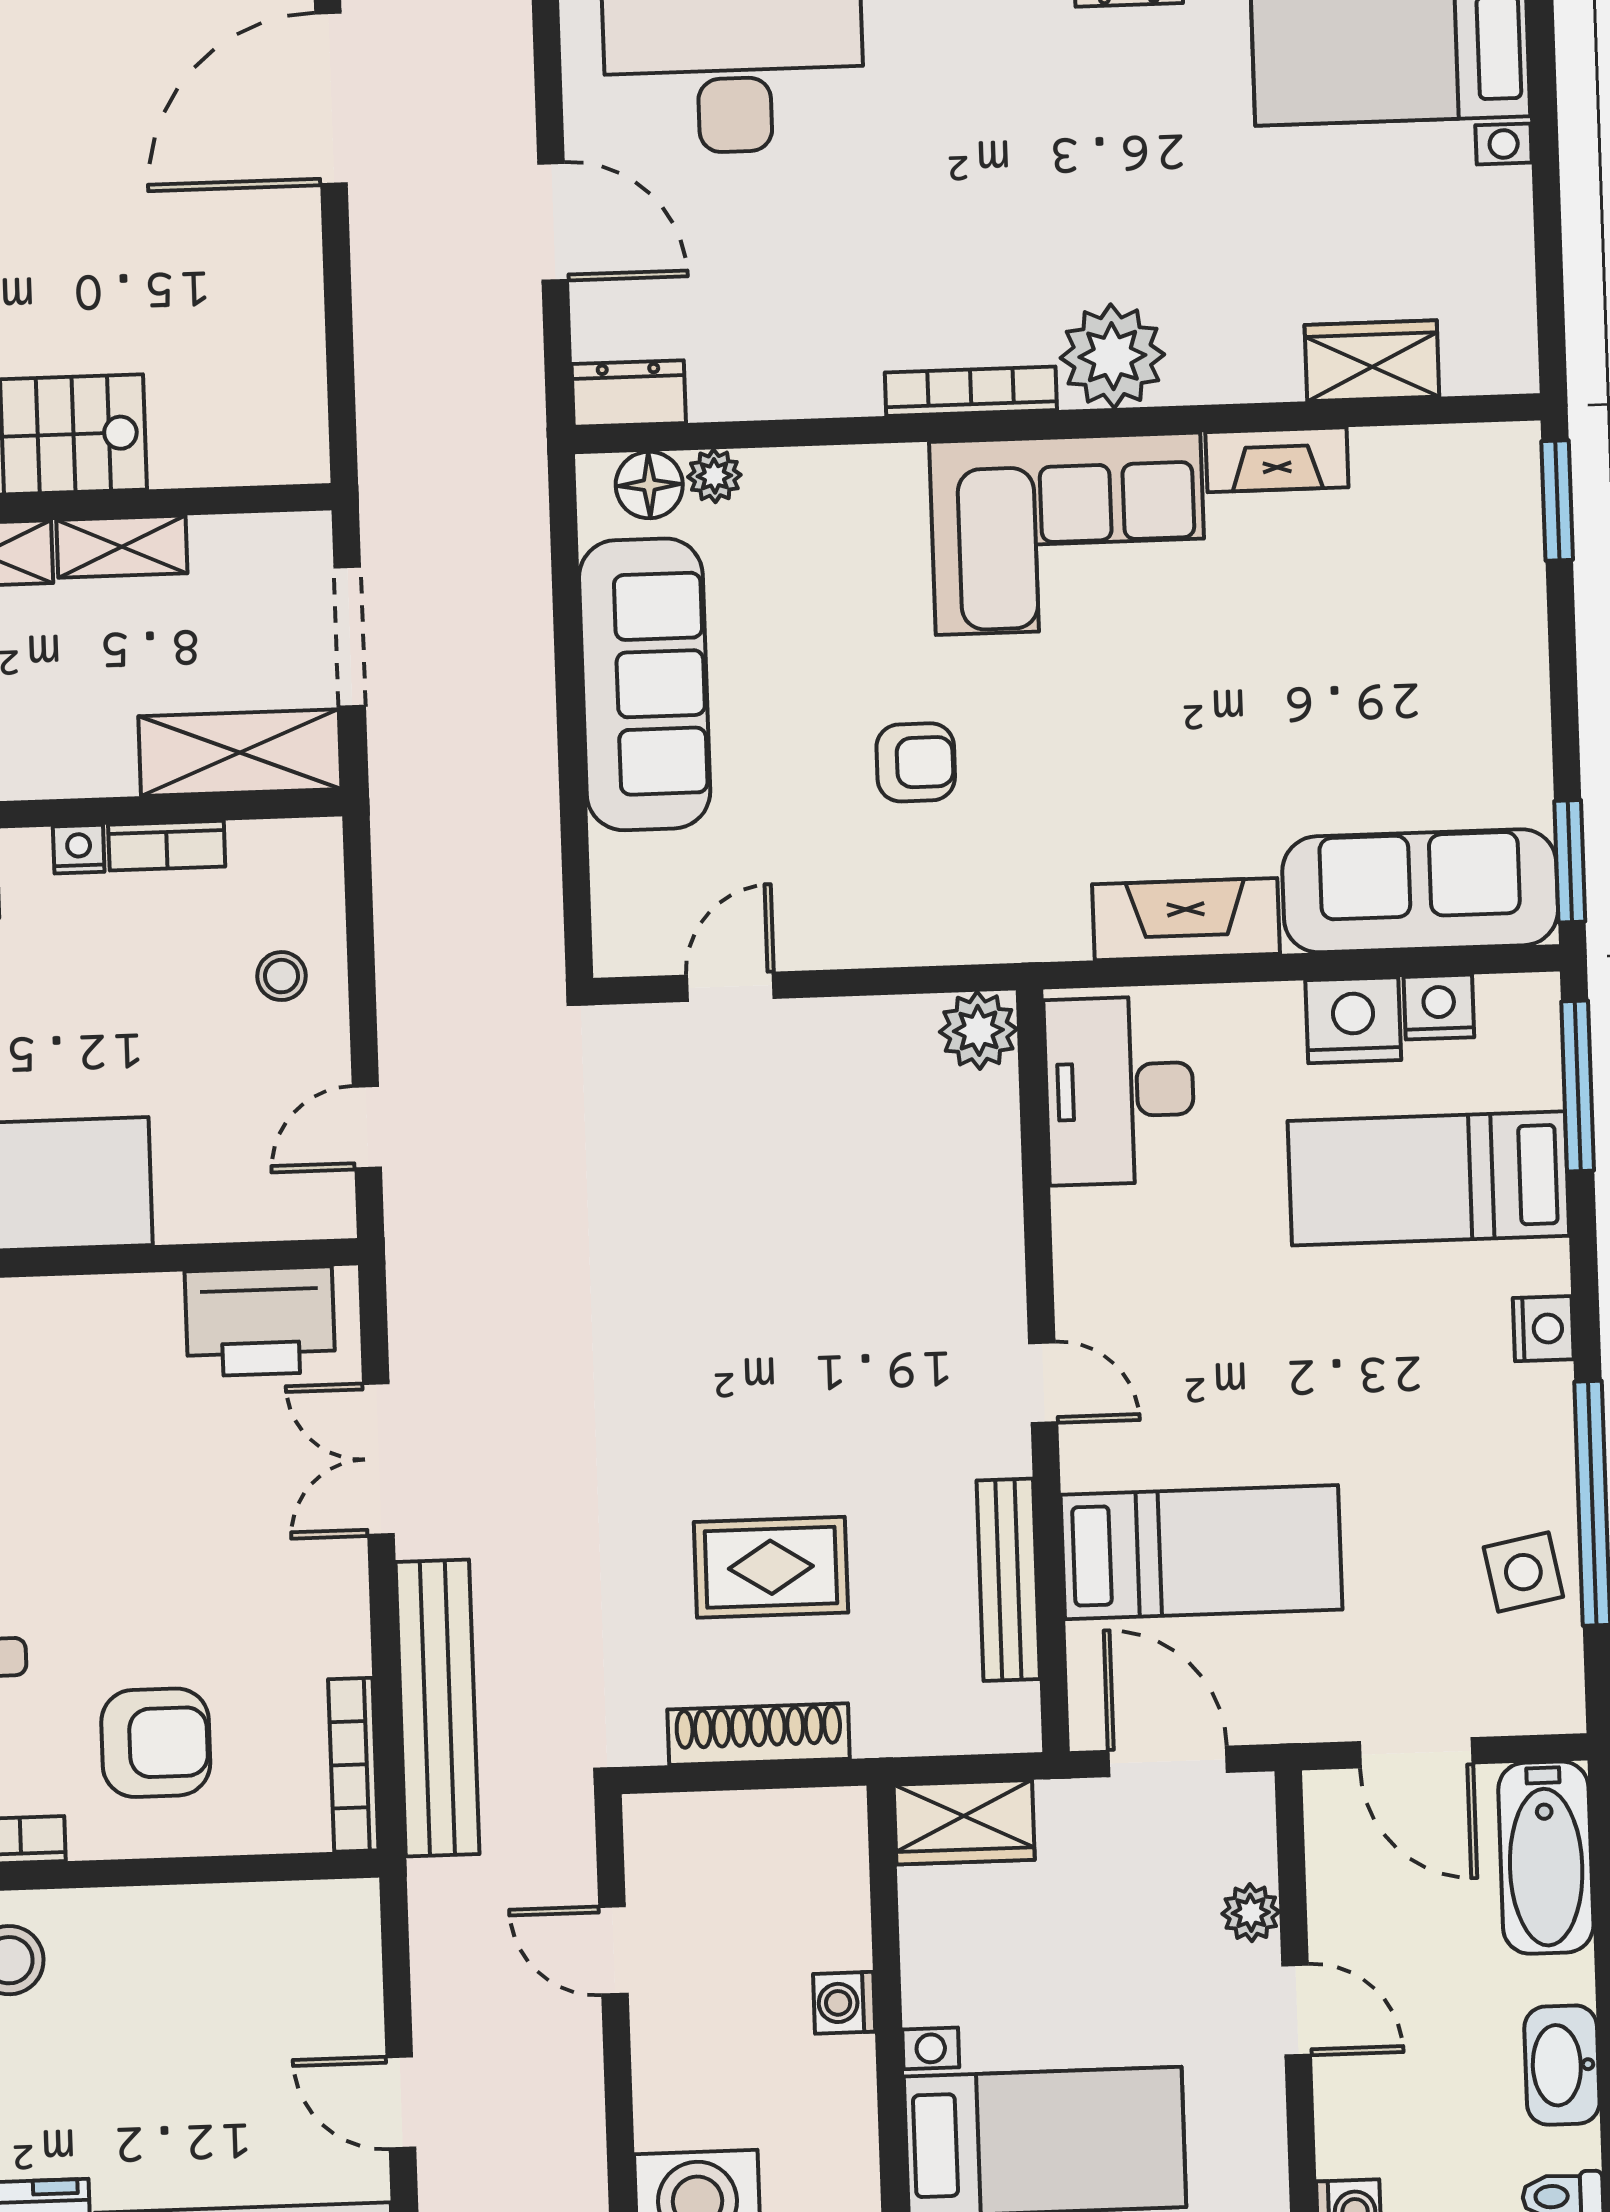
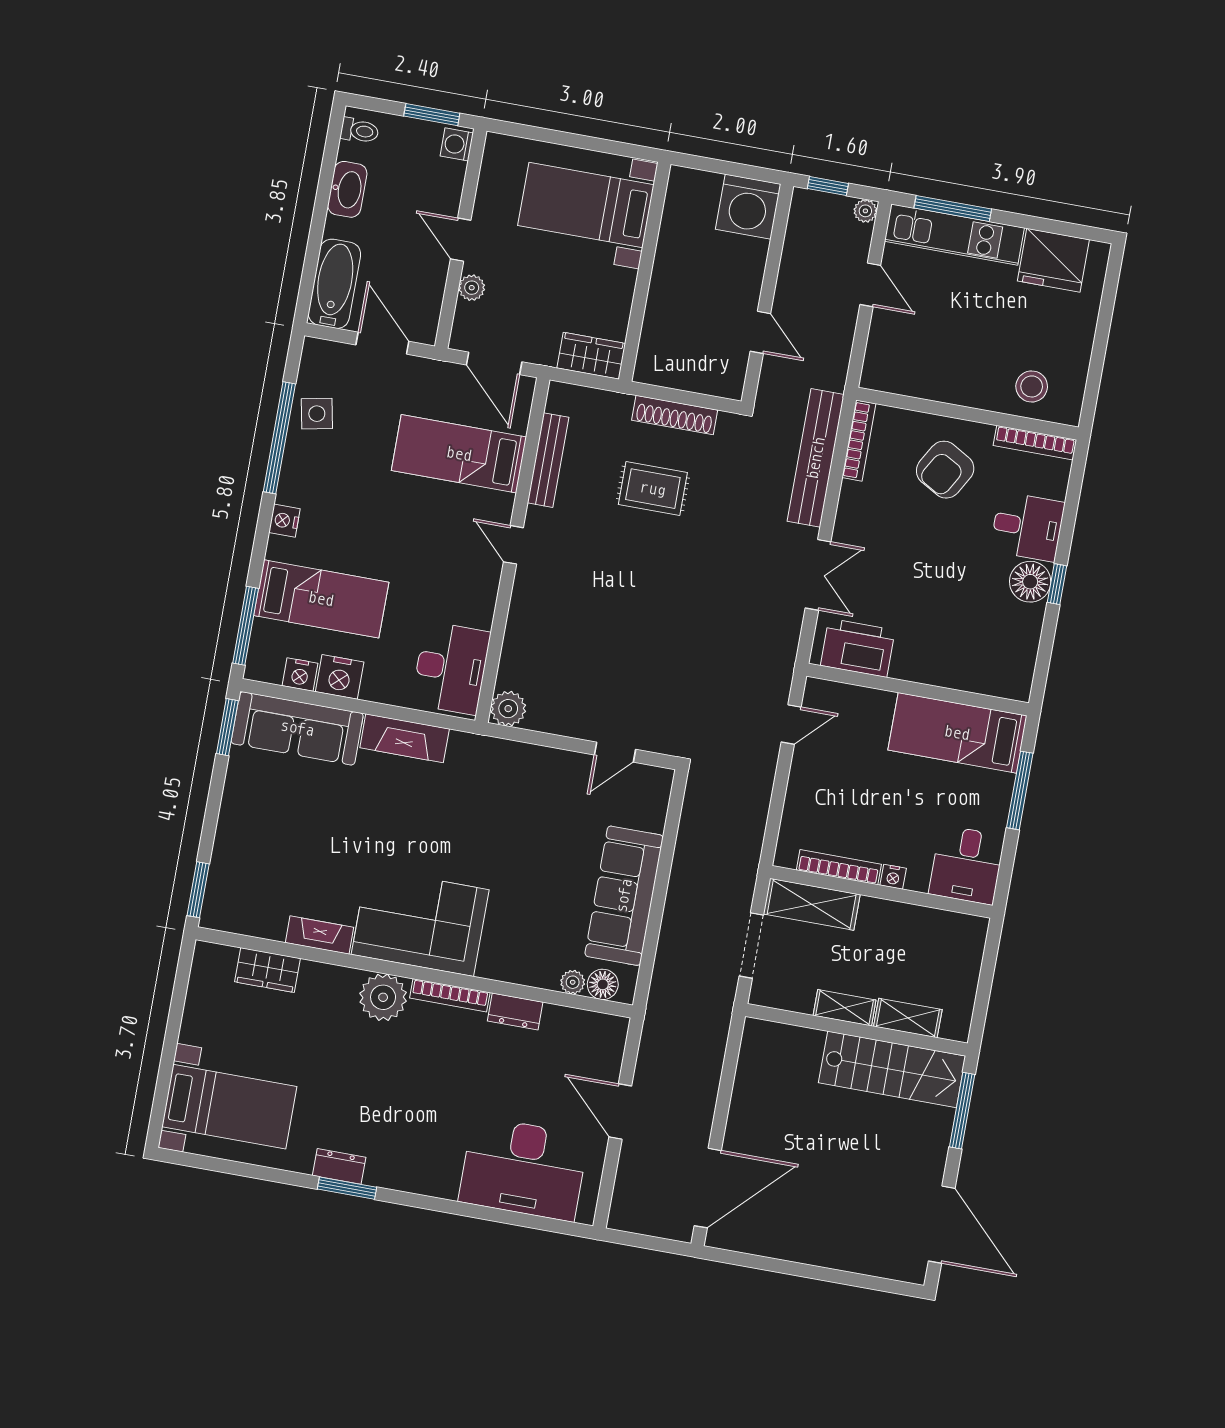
dresser: (629, 393) -> (515, 1011), moved
armchair: (916, 762) -> (510, 835), removed
bookcase: (167, 846) -> (839, 867), width x1.56
stool: (282, 976) -> (815, 800), removed
armchair: (156, 1743) -> (945, 470), turned -60
washing machine: (844, 2003) -> (662, 287), removed

